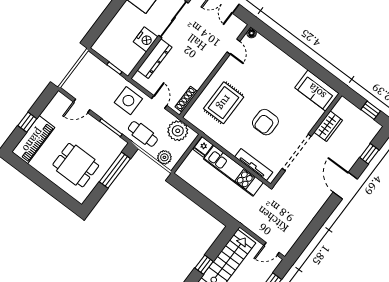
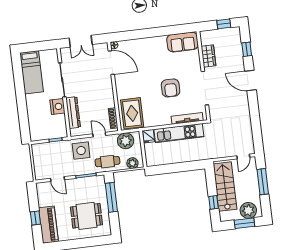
door: (233, 47) -> (111, 63), width x1.87
rug: (224, 103) -> (132, 113), moved
door: (82, 106) -> (57, 179), hinge flipped

